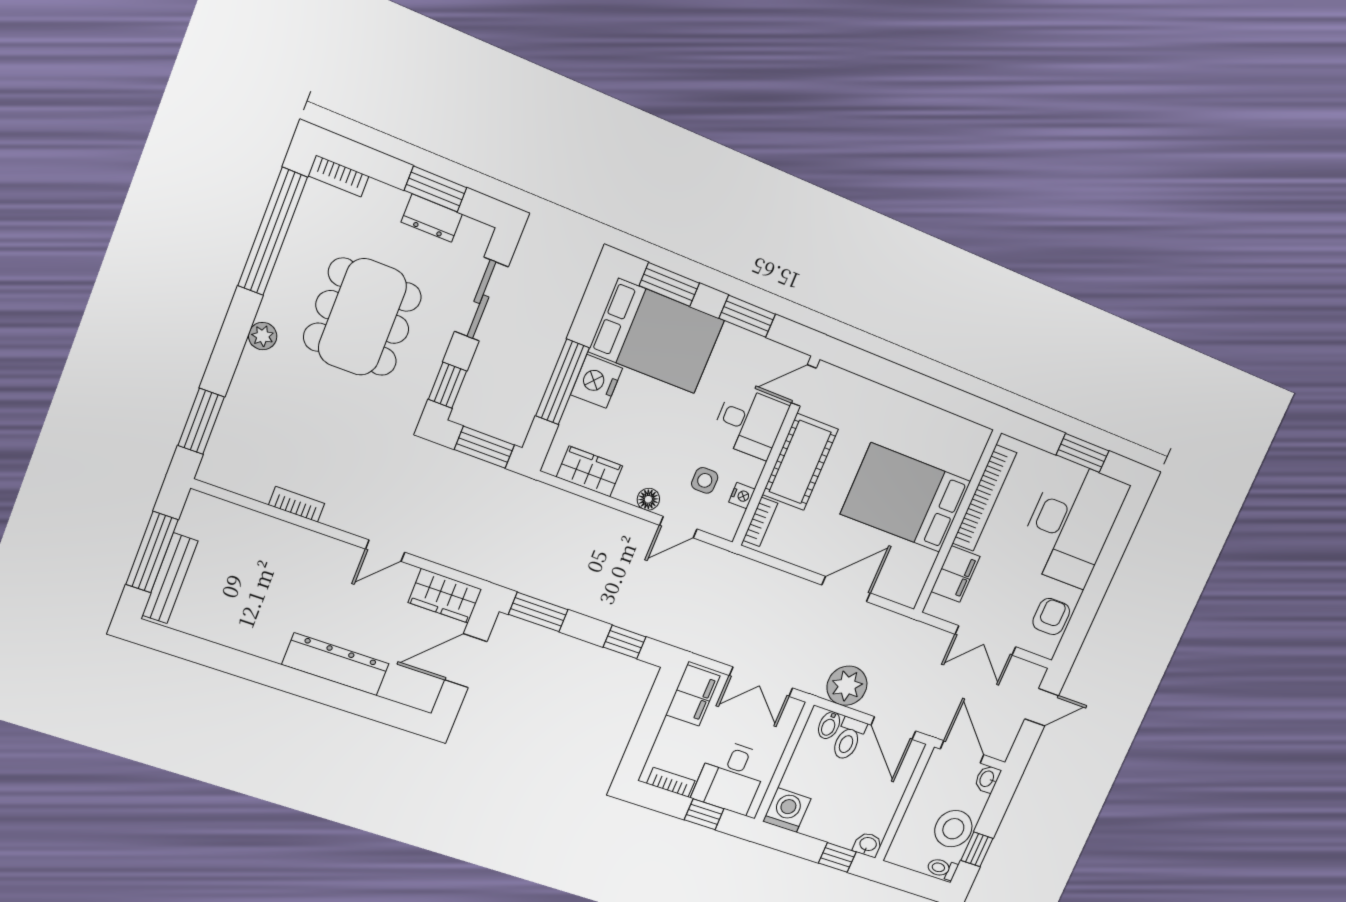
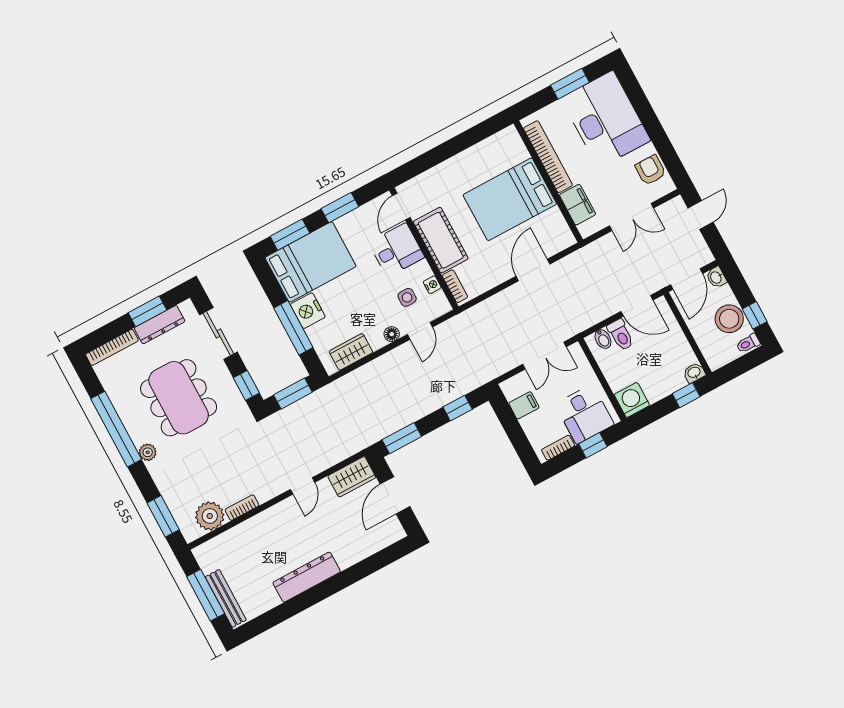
bookcase: (339, 176) -> (112, 347), width x1.56
dresser: (432, 218) -> (160, 325), width x1.44
window: (273, 231) -> (116, 429), moved
dresser: (335, 664) -> (307, 577), moved
plant: (847, 686) -> (210, 516), moved
filing cabinet: (693, 695) -> (524, 405), width x0.50
door: (962, 752) -> (687, 279), swing flipped

